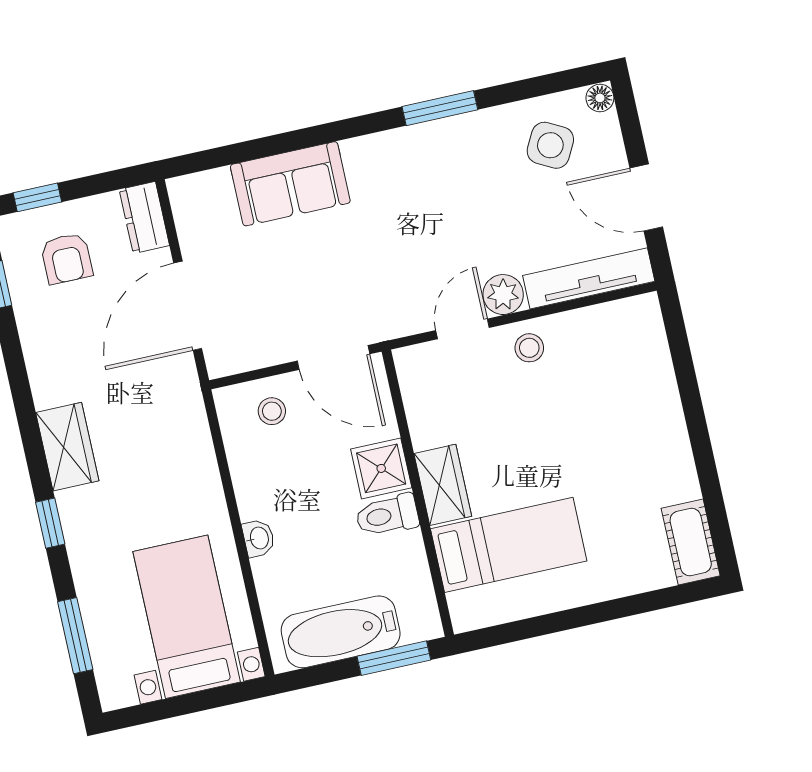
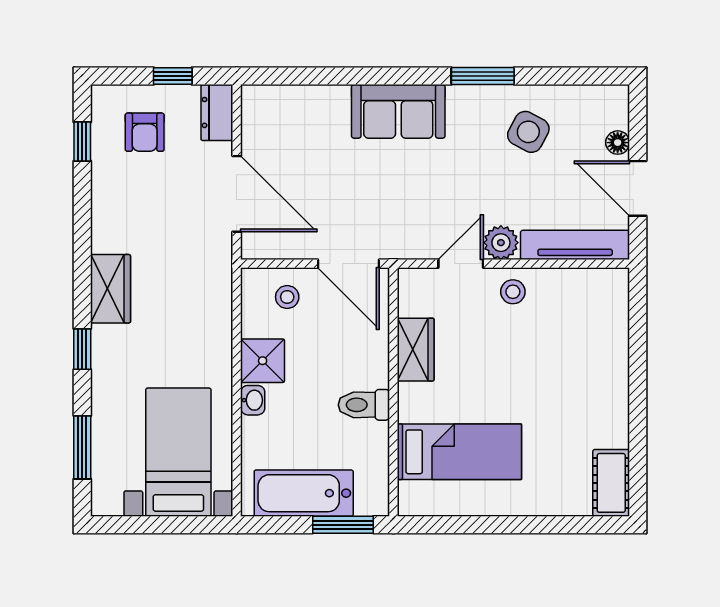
floor lamp: (600, 98) -> (618, 143), moved
side table: (550, 145) -> (528, 132), moved
sofa: (290, 184) -> (398, 111), moved
window: (37, 197) -> (173, 76), moved
door: (188, 306) -> (237, 194), swing flipped
shower: (381, 468) -> (263, 361), moved
wardrobe: (443, 485) -> (416, 350), moved

